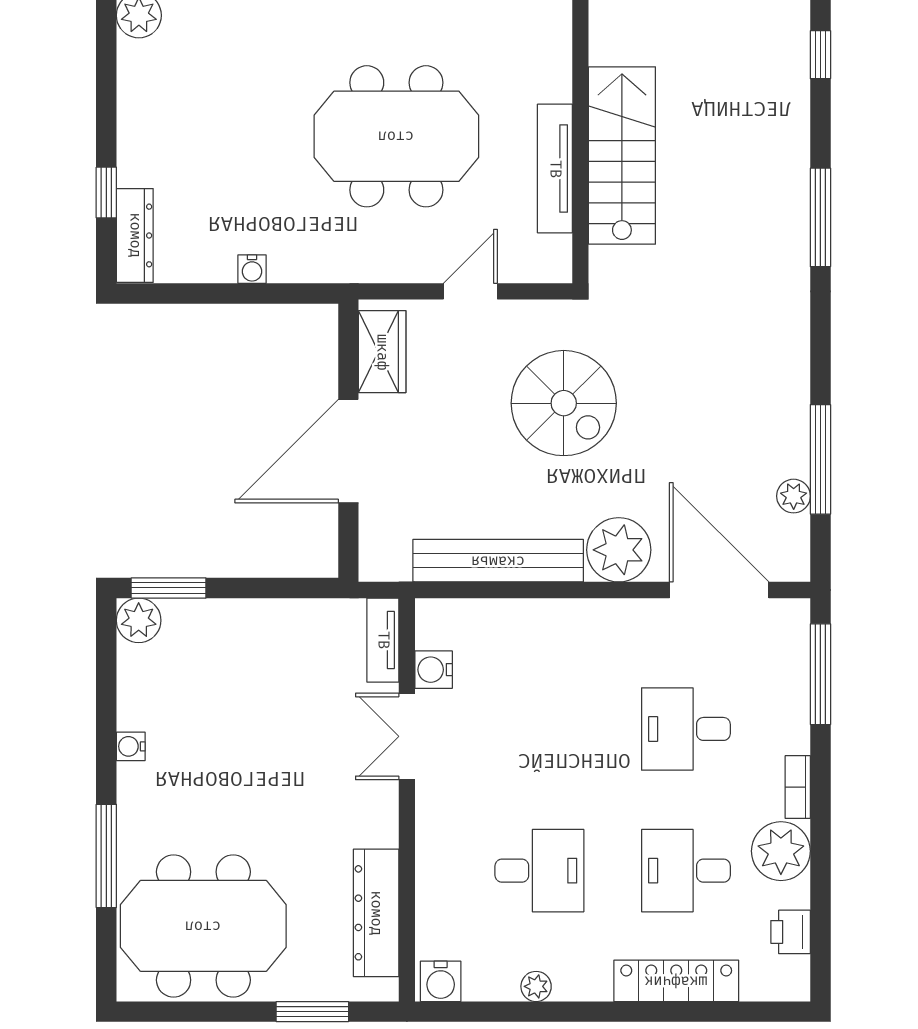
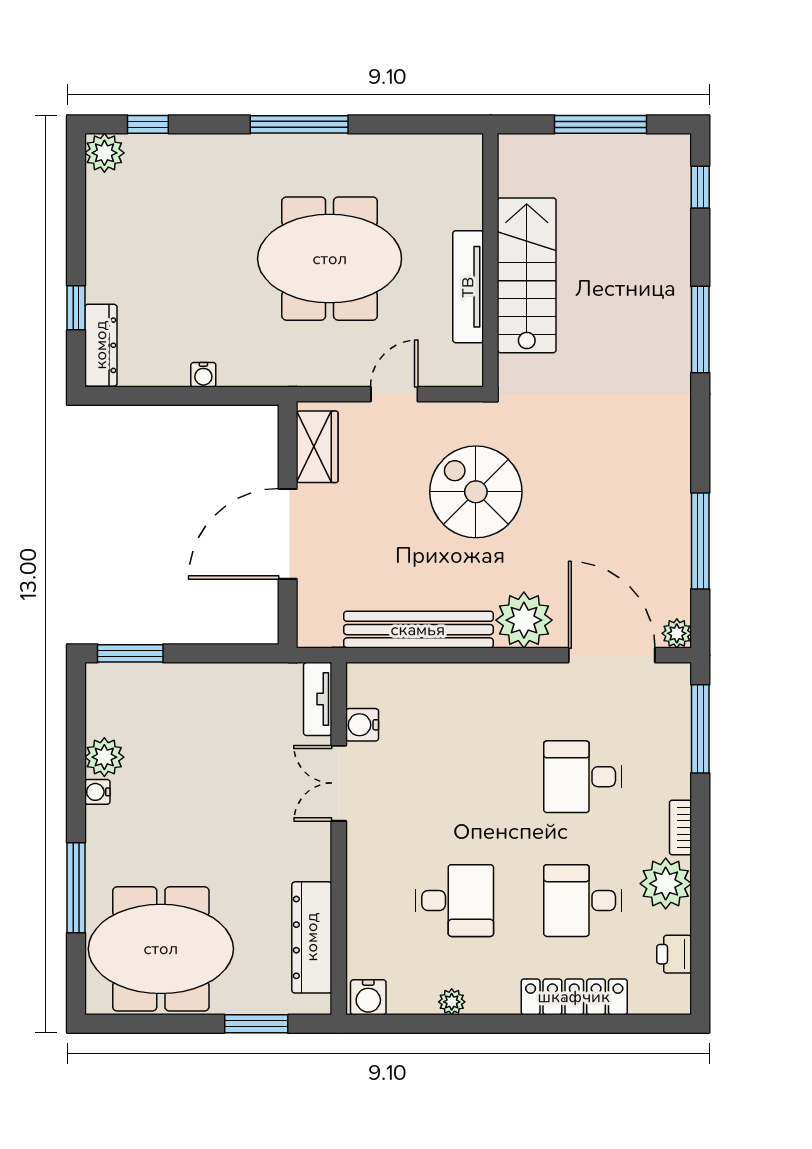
spiral stairs: (564, 403) -> (476, 492), turned 180
plant: (794, 496) -> (677, 633), moved
plant: (139, 620) -> (104, 757), moved

